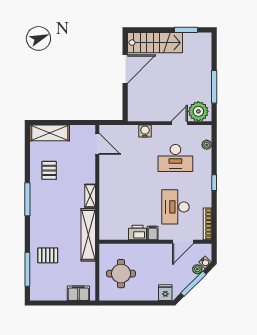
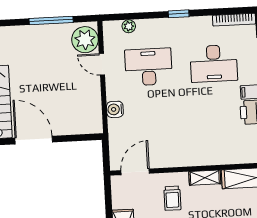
desk: (175, 158) -> (149, 67), turned -90
trolley: (76, 171) -> (172, 198), added

